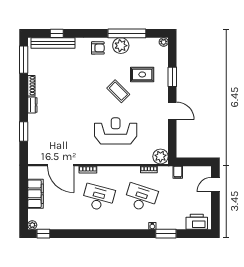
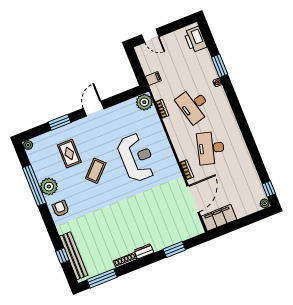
reception desk: (116, 131) -> (137, 157), turned 180
filing cabinet: (36, 194) -> (219, 218), moved
desk: (141, 198) -> (194, 105), turned -33

